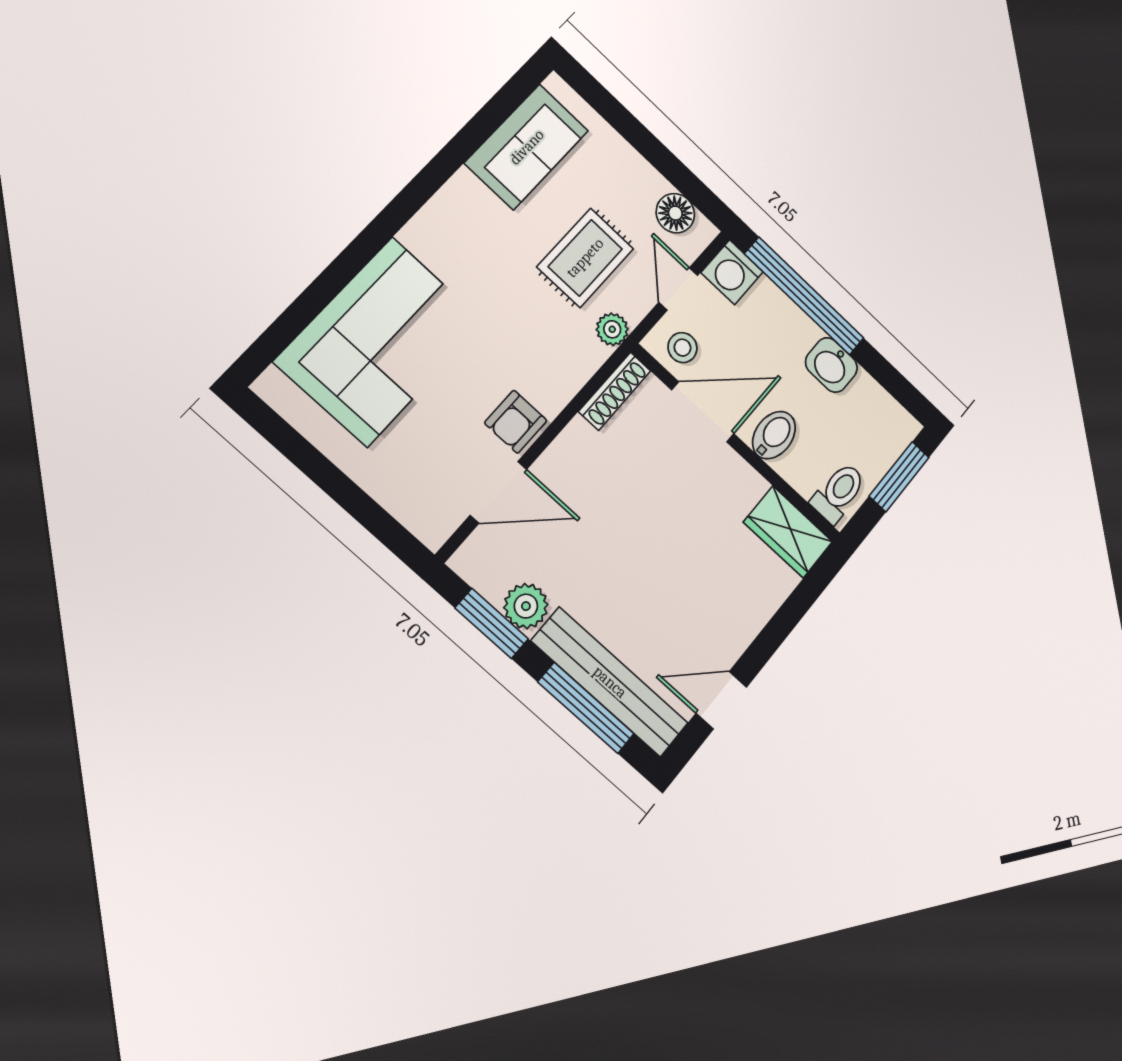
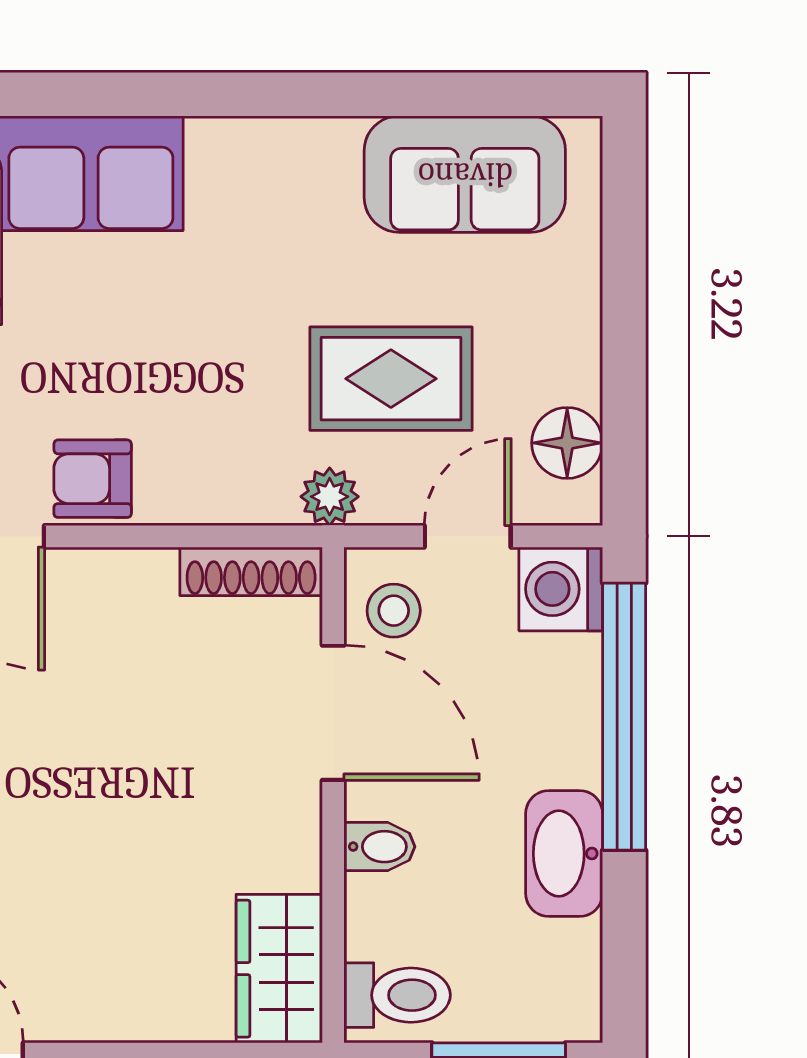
washbasin: (831, 365) -> (564, 854), width x1.38
bidet: (774, 435) -> (379, 847), width x0.72, depth x0.74

